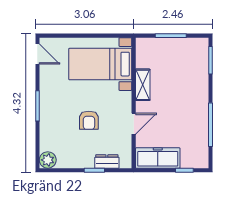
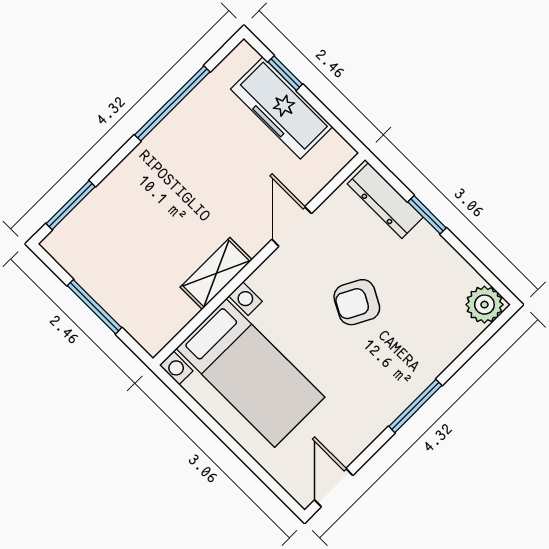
armchair: (89, 120) -> (357, 302), turned -152
door: (134, 124) -> (292, 226), hinge flipped
freezer: (158, 158) -> (282, 108), moved
dresser: (107, 162) -> (385, 201), width x1.44

